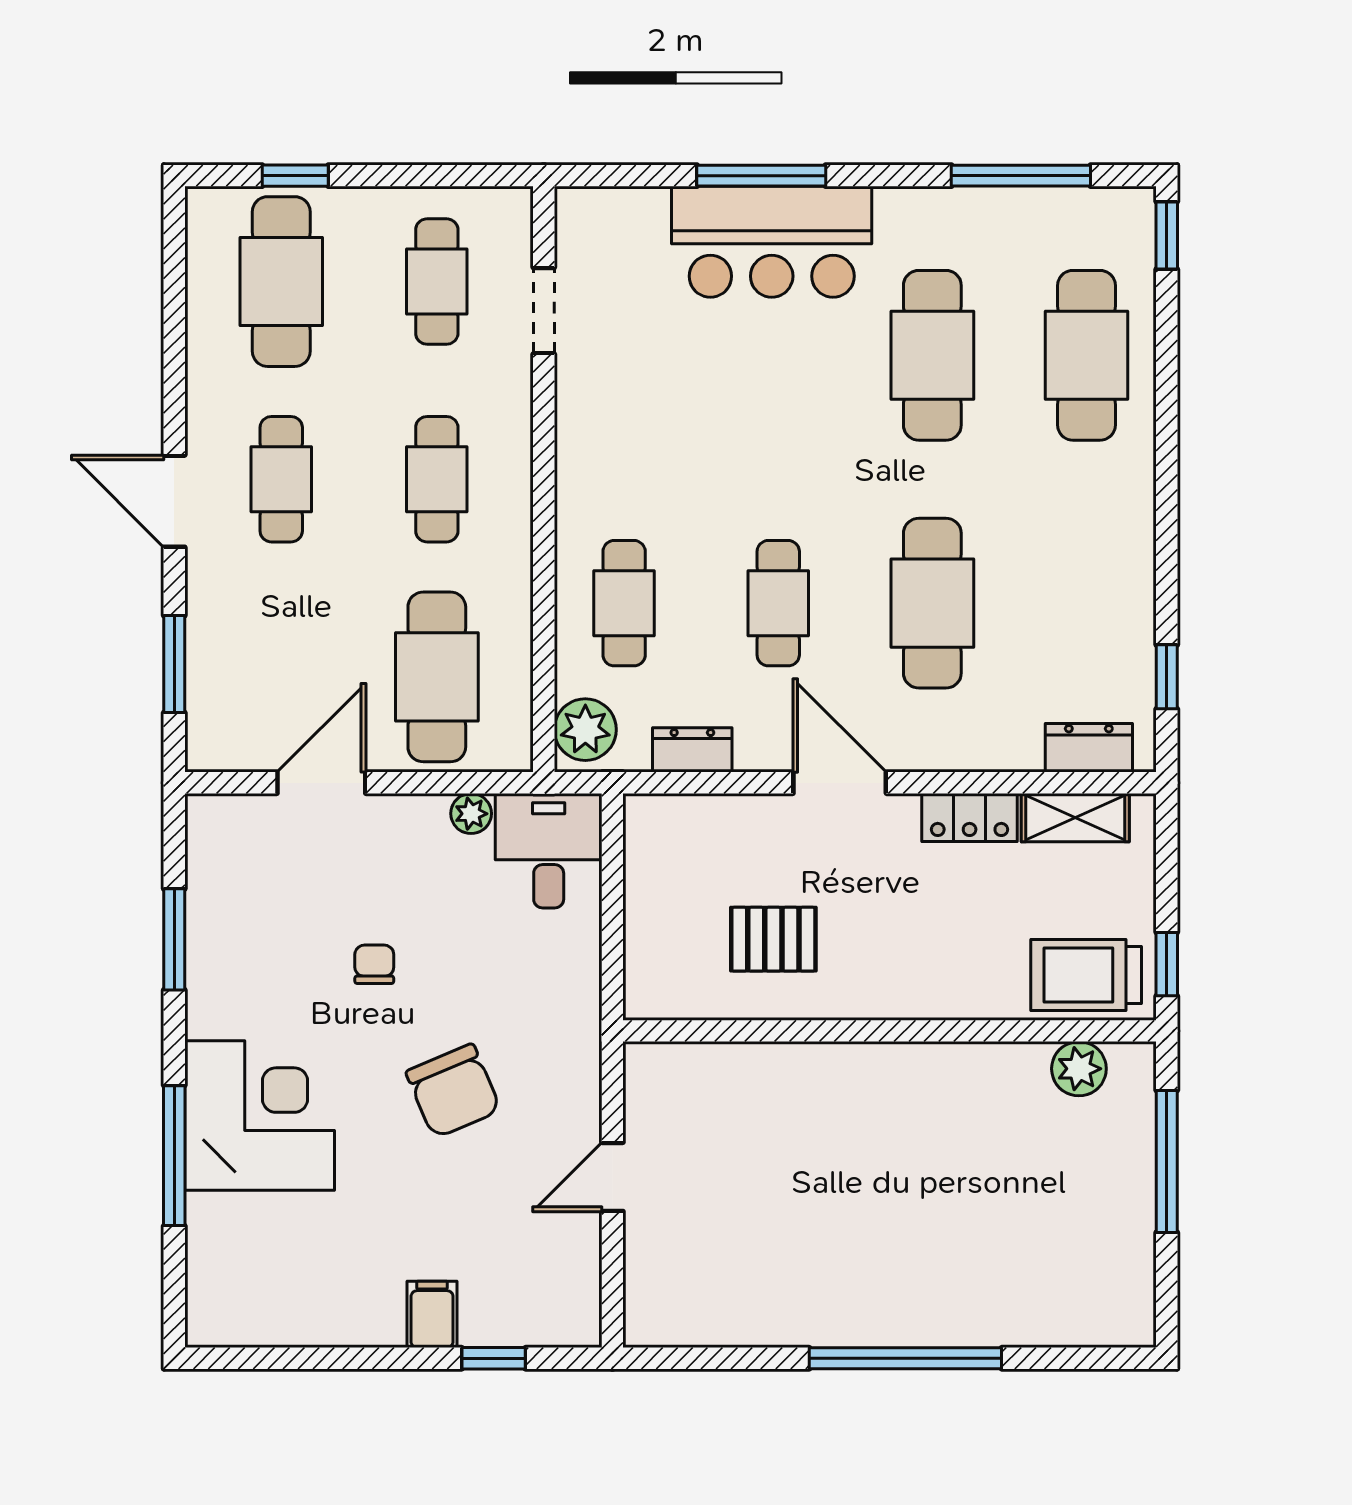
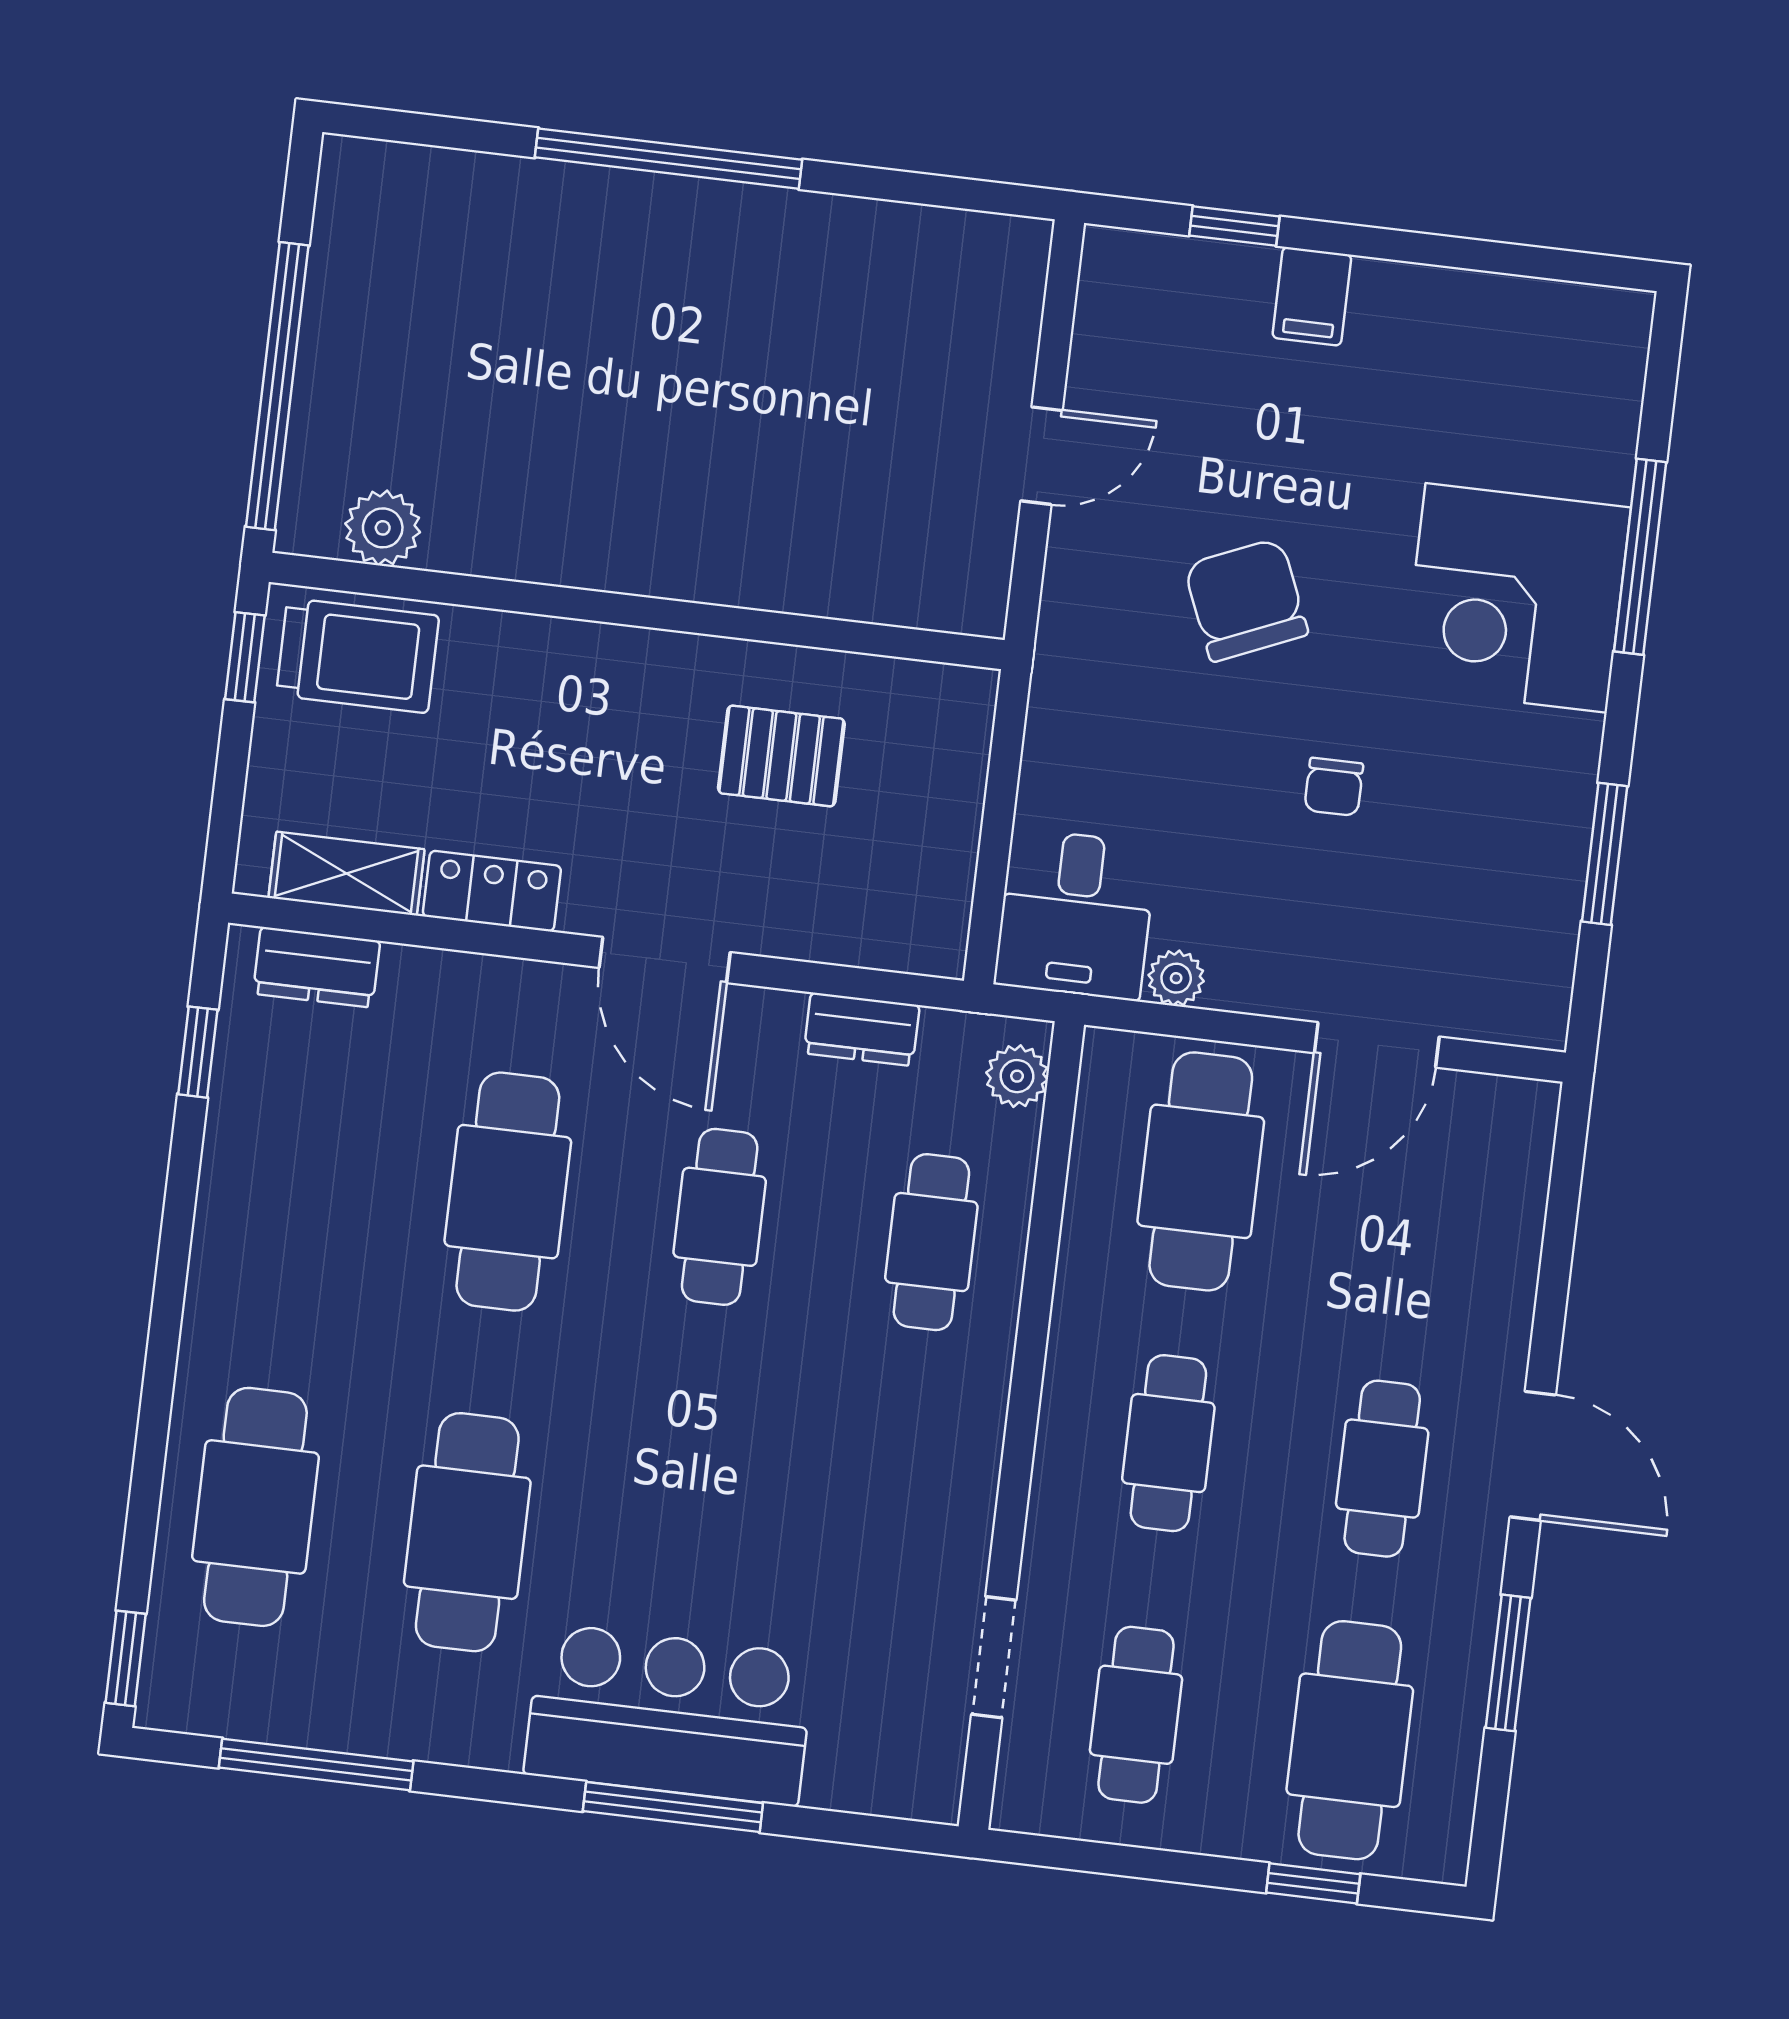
window: (174, 664) -> (1508, 1663), moved
plant: (585, 730) -> (1017, 1076), width x0.73, depth x0.73
window: (1167, 1161) -> (277, 386), width x1.46

